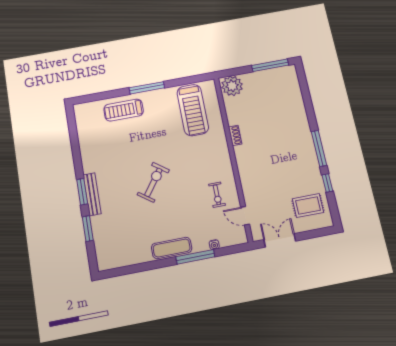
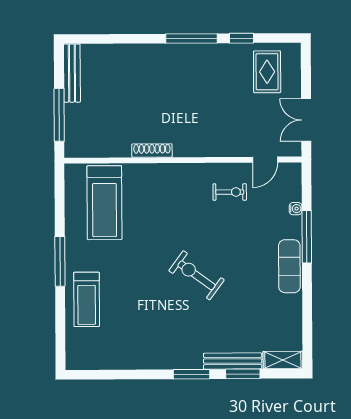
window: (270, 65) -> (59, 115), moved
bench: (277, 73) -> (72, 73), added
plant: (232, 86) -> (79, 140), removed
treadmill: (193, 110) -> (104, 203), turned 90
shoe rack: (235, 135) -> (152, 151), width x1.43
bench: (92, 194) -> (233, 361), moved
shelving: (102, 256) -> (283, 360), added

